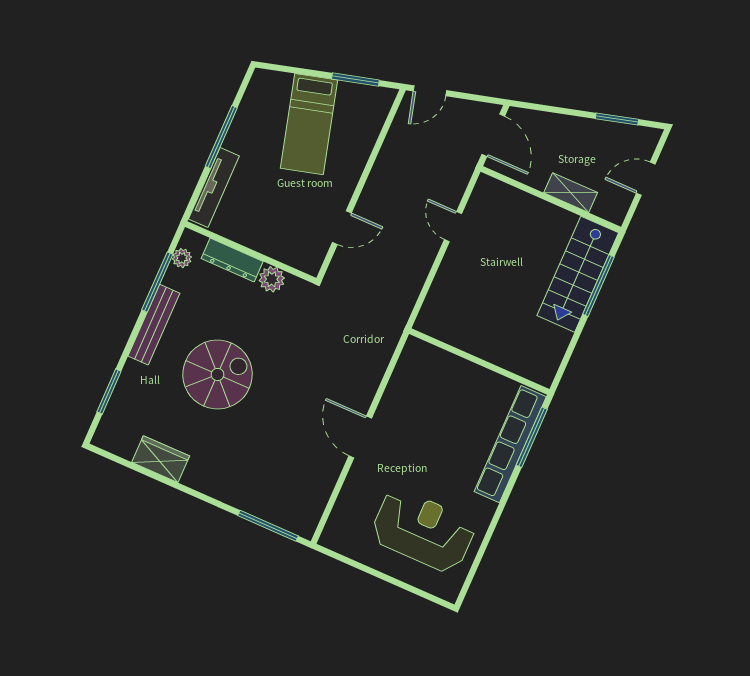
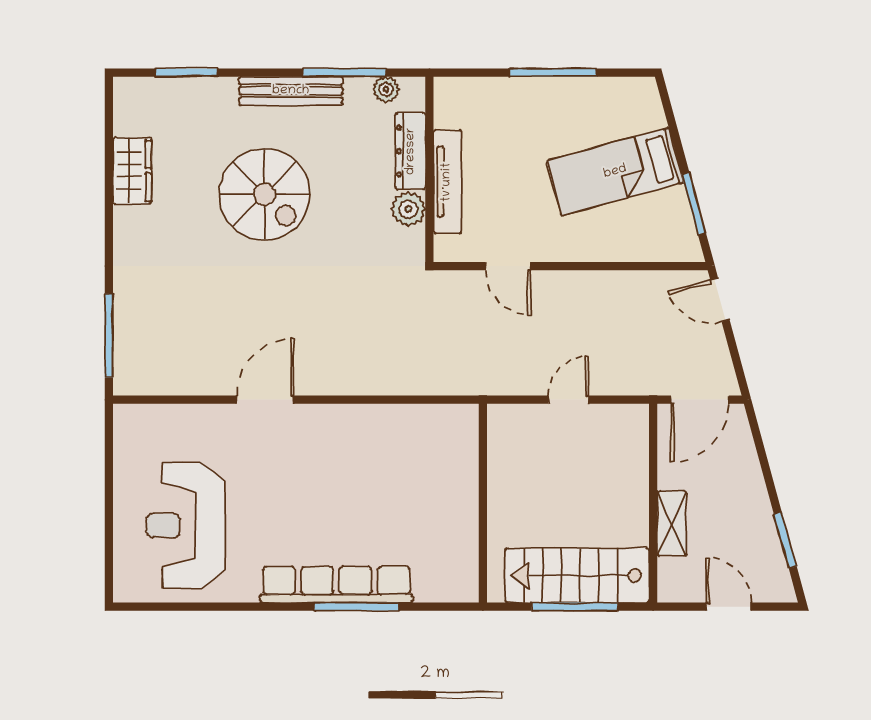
tv unit: (214, 187) -> (447, 182), moved, turned -90
wall: (479, 362) -> (483, 503), moved
reception desk: (423, 530) -> (186, 525), turned 180

